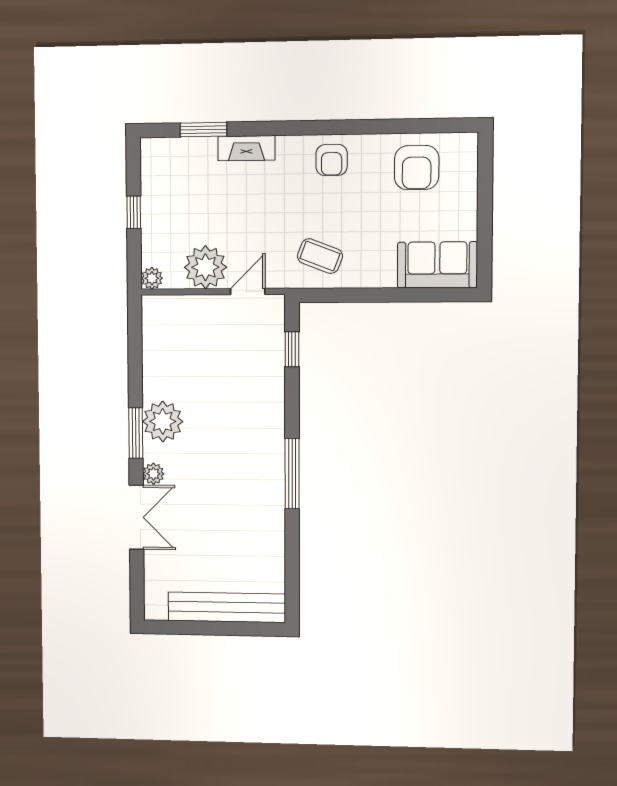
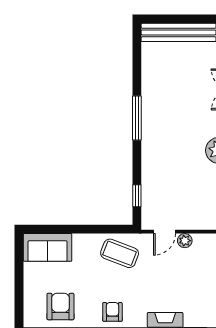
coffee table: (320, 256) -> (120, 253), width x1.36, depth x1.30
plant: (205, 267) -> (185, 241), width x0.53, depth x0.53

